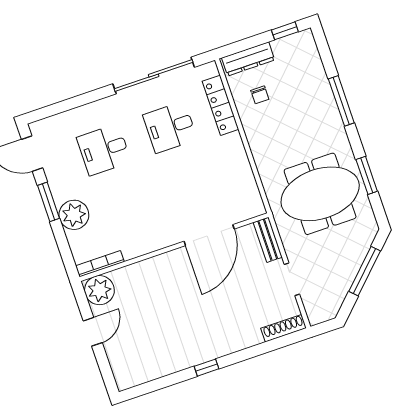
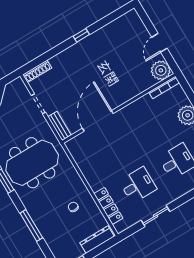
sliding door: (154, 75) -> (156, 216), width x0.54
chair: (260, 95) -> (73, 207), moved

